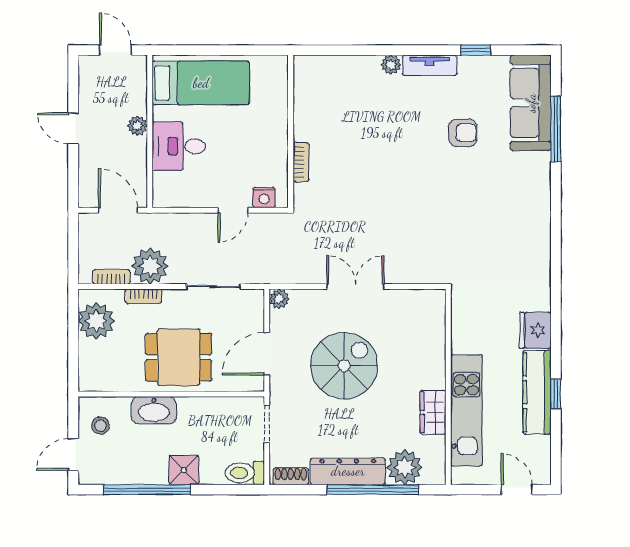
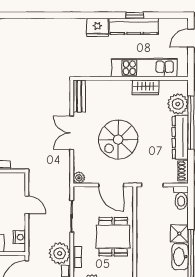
nightstand: (264, 197) -> (19, 237), moved
bench: (418, 299) -> (79, 96), added
spiral stairs: (344, 366) -> (118, 140), turned -90
washbasin: (154, 410) -> (180, 257), moved, turned 180

